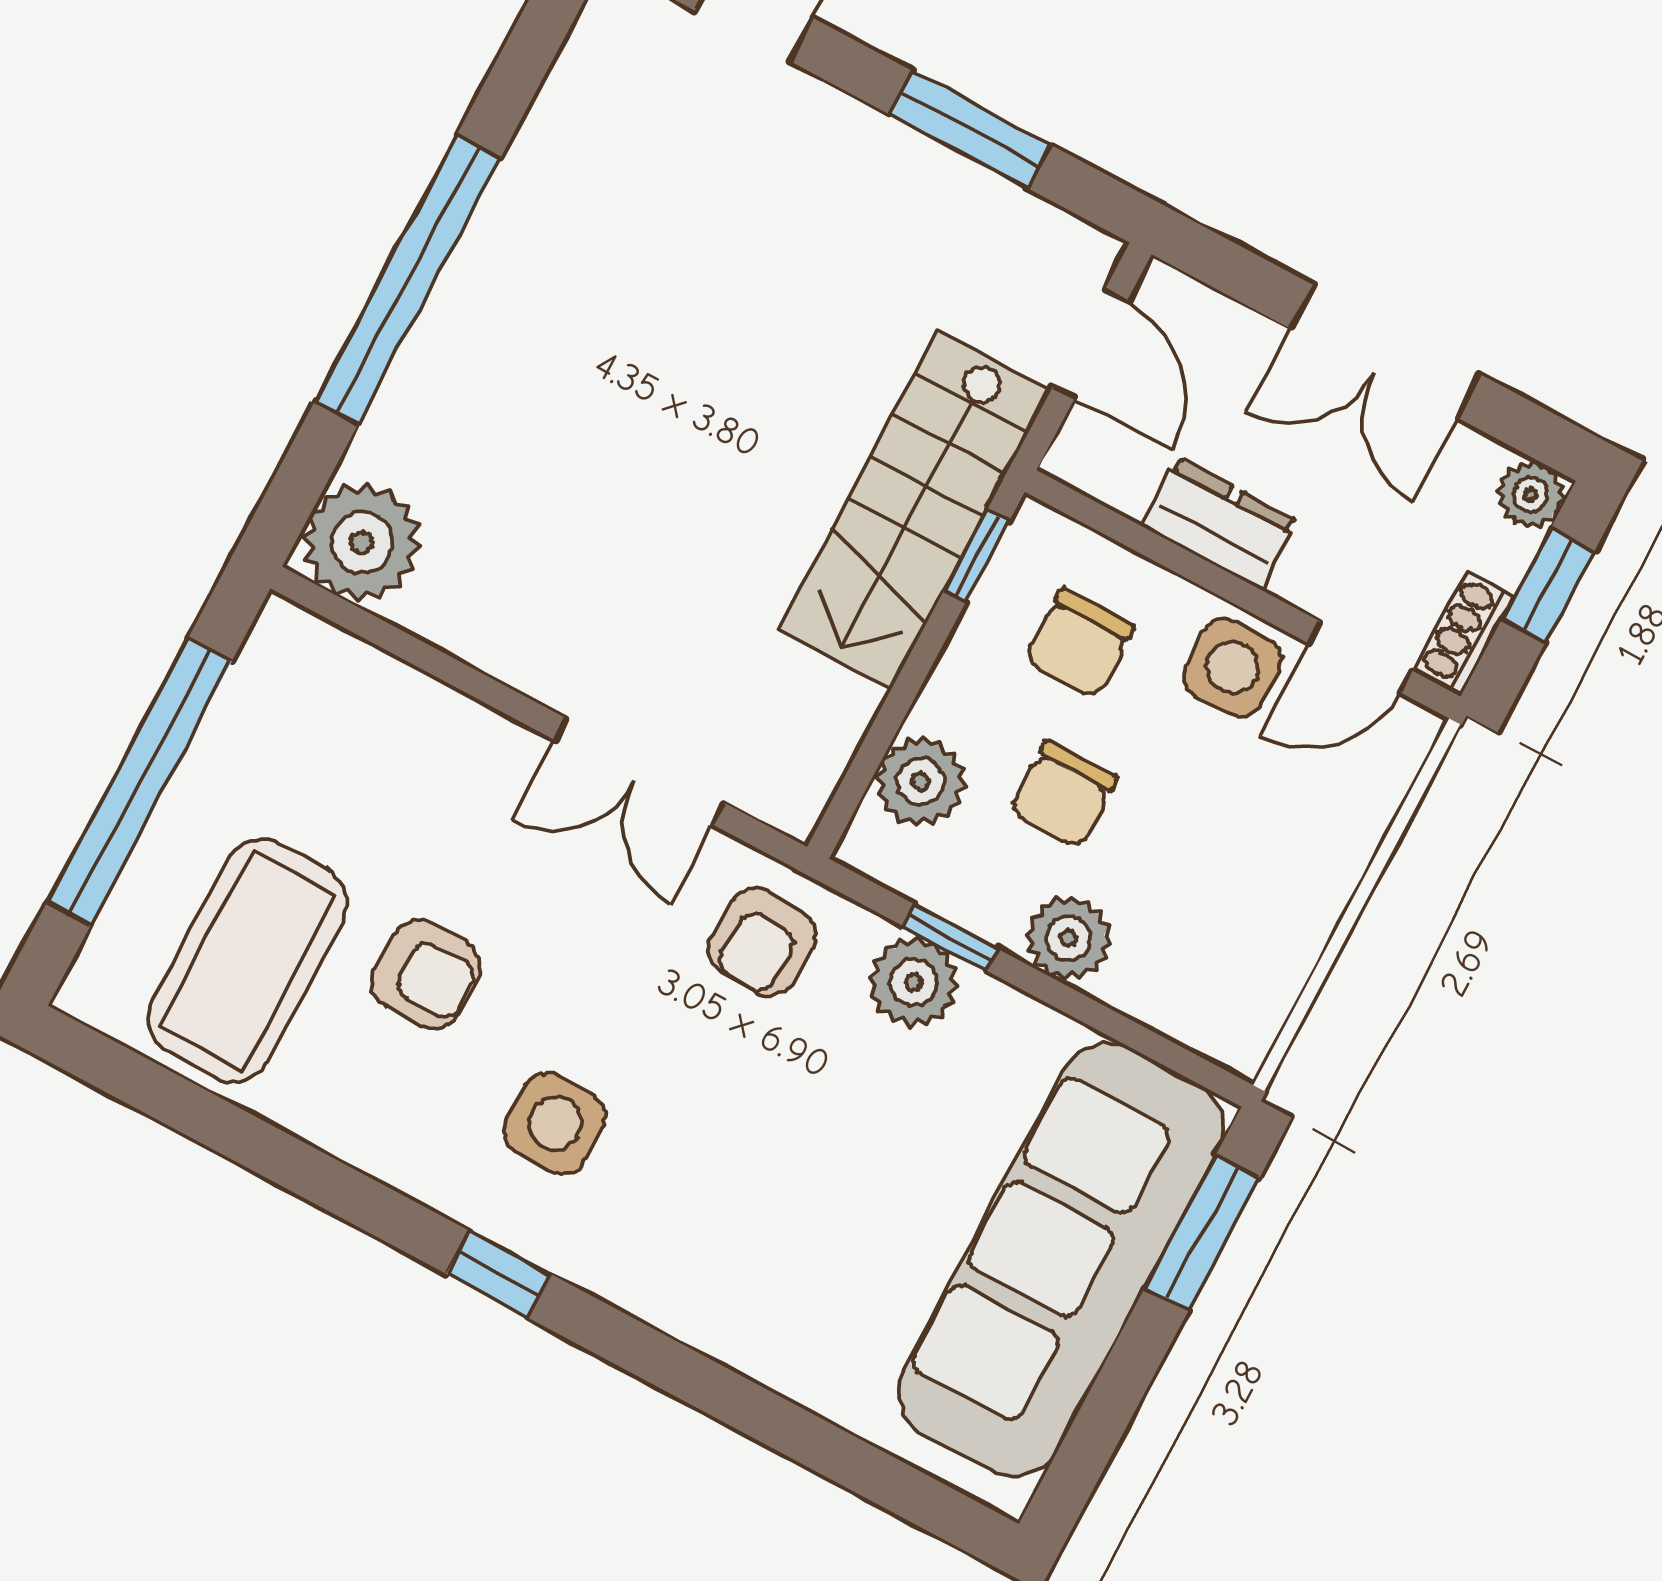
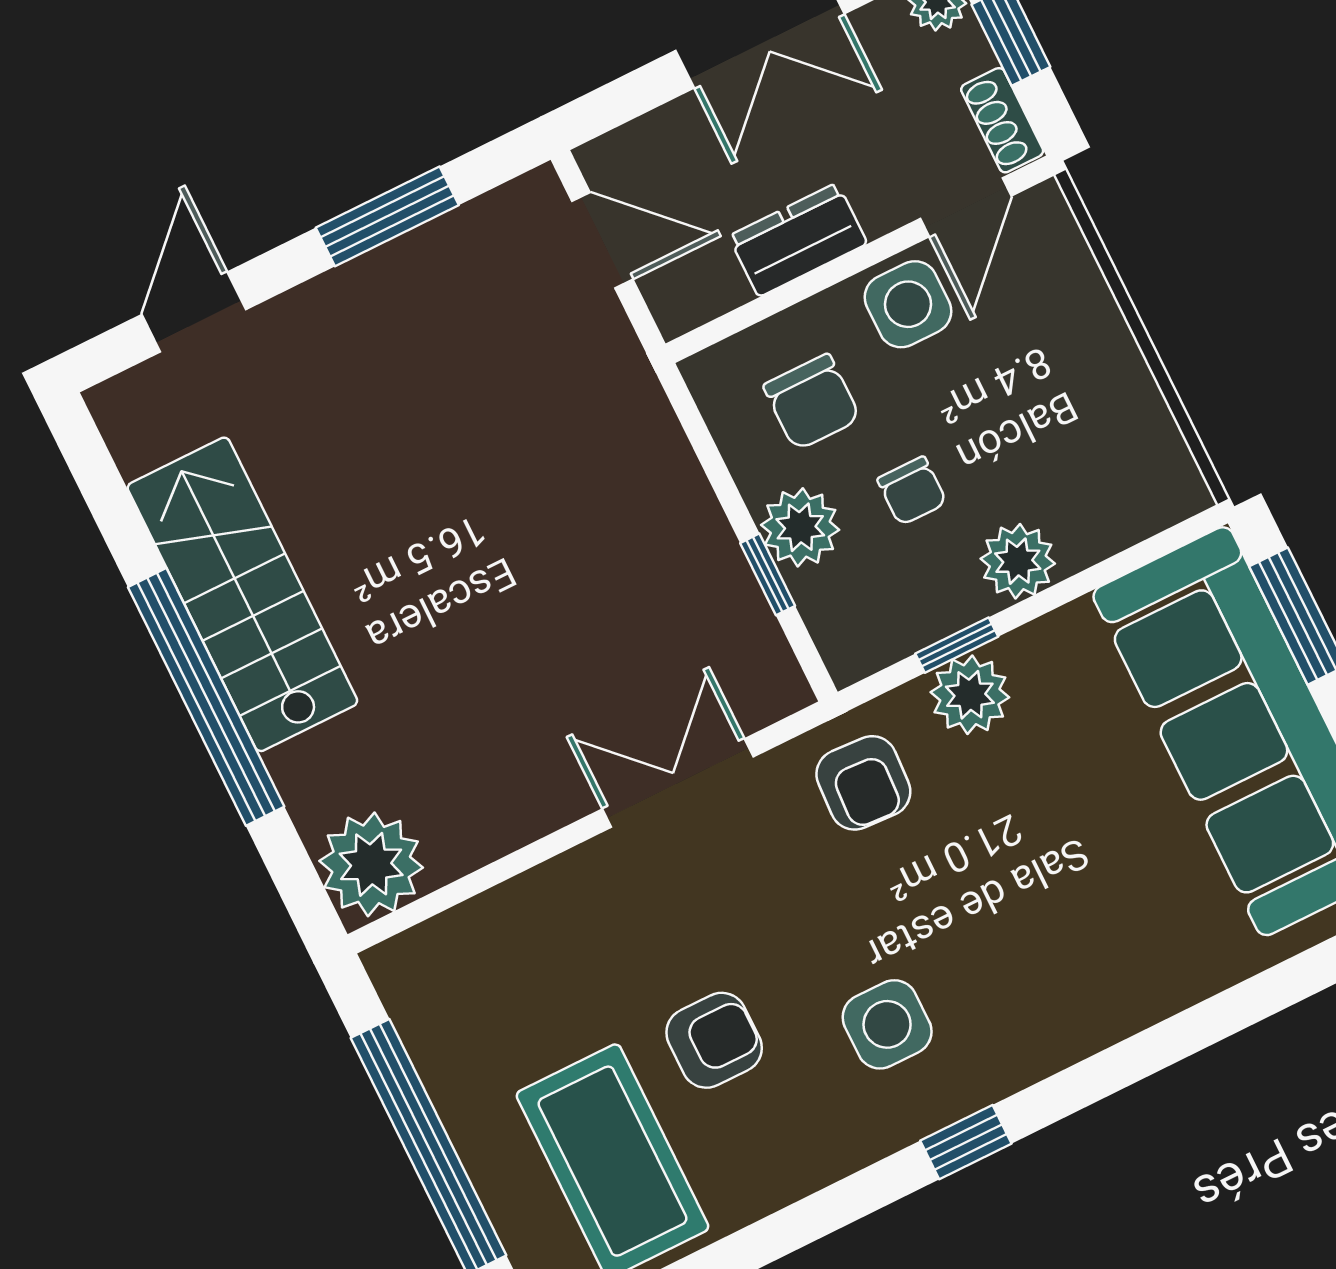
stairs: (915, 510) -> (242, 594), moved, turned 180
window: (977, 556) -> (768, 574), moved
double door: (639, 771) -> (678, 783), swing flipped
plant: (920, 782) -> (800, 527), moved
chair: (1063, 794) -> (912, 491), width x0.73, depth x0.73

